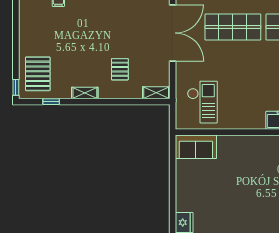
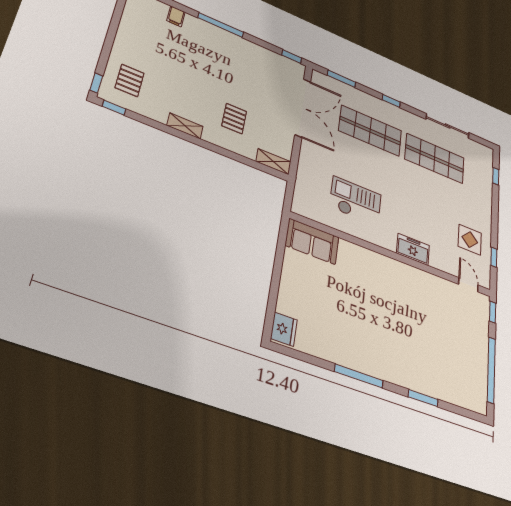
pallet: (38, 74) -> (130, 80), width x0.67, depth x0.71
window: (51, 102) -> (114, 108), moved
checkout: (202, 102) -> (355, 201), moved, turned -90

